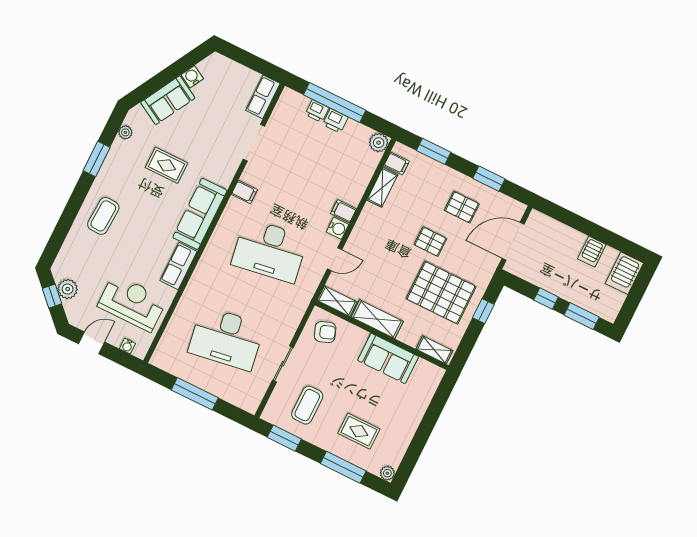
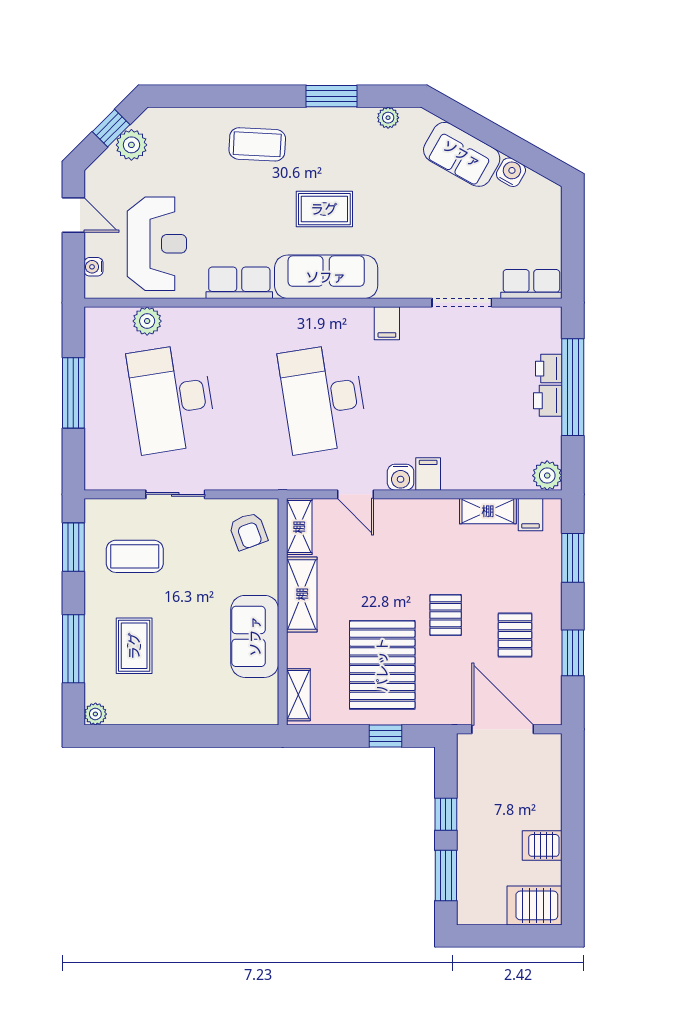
rug: (166, 165) -> (324, 209), moved, turned 90
plant: (174, 330) -> (147, 321), added

